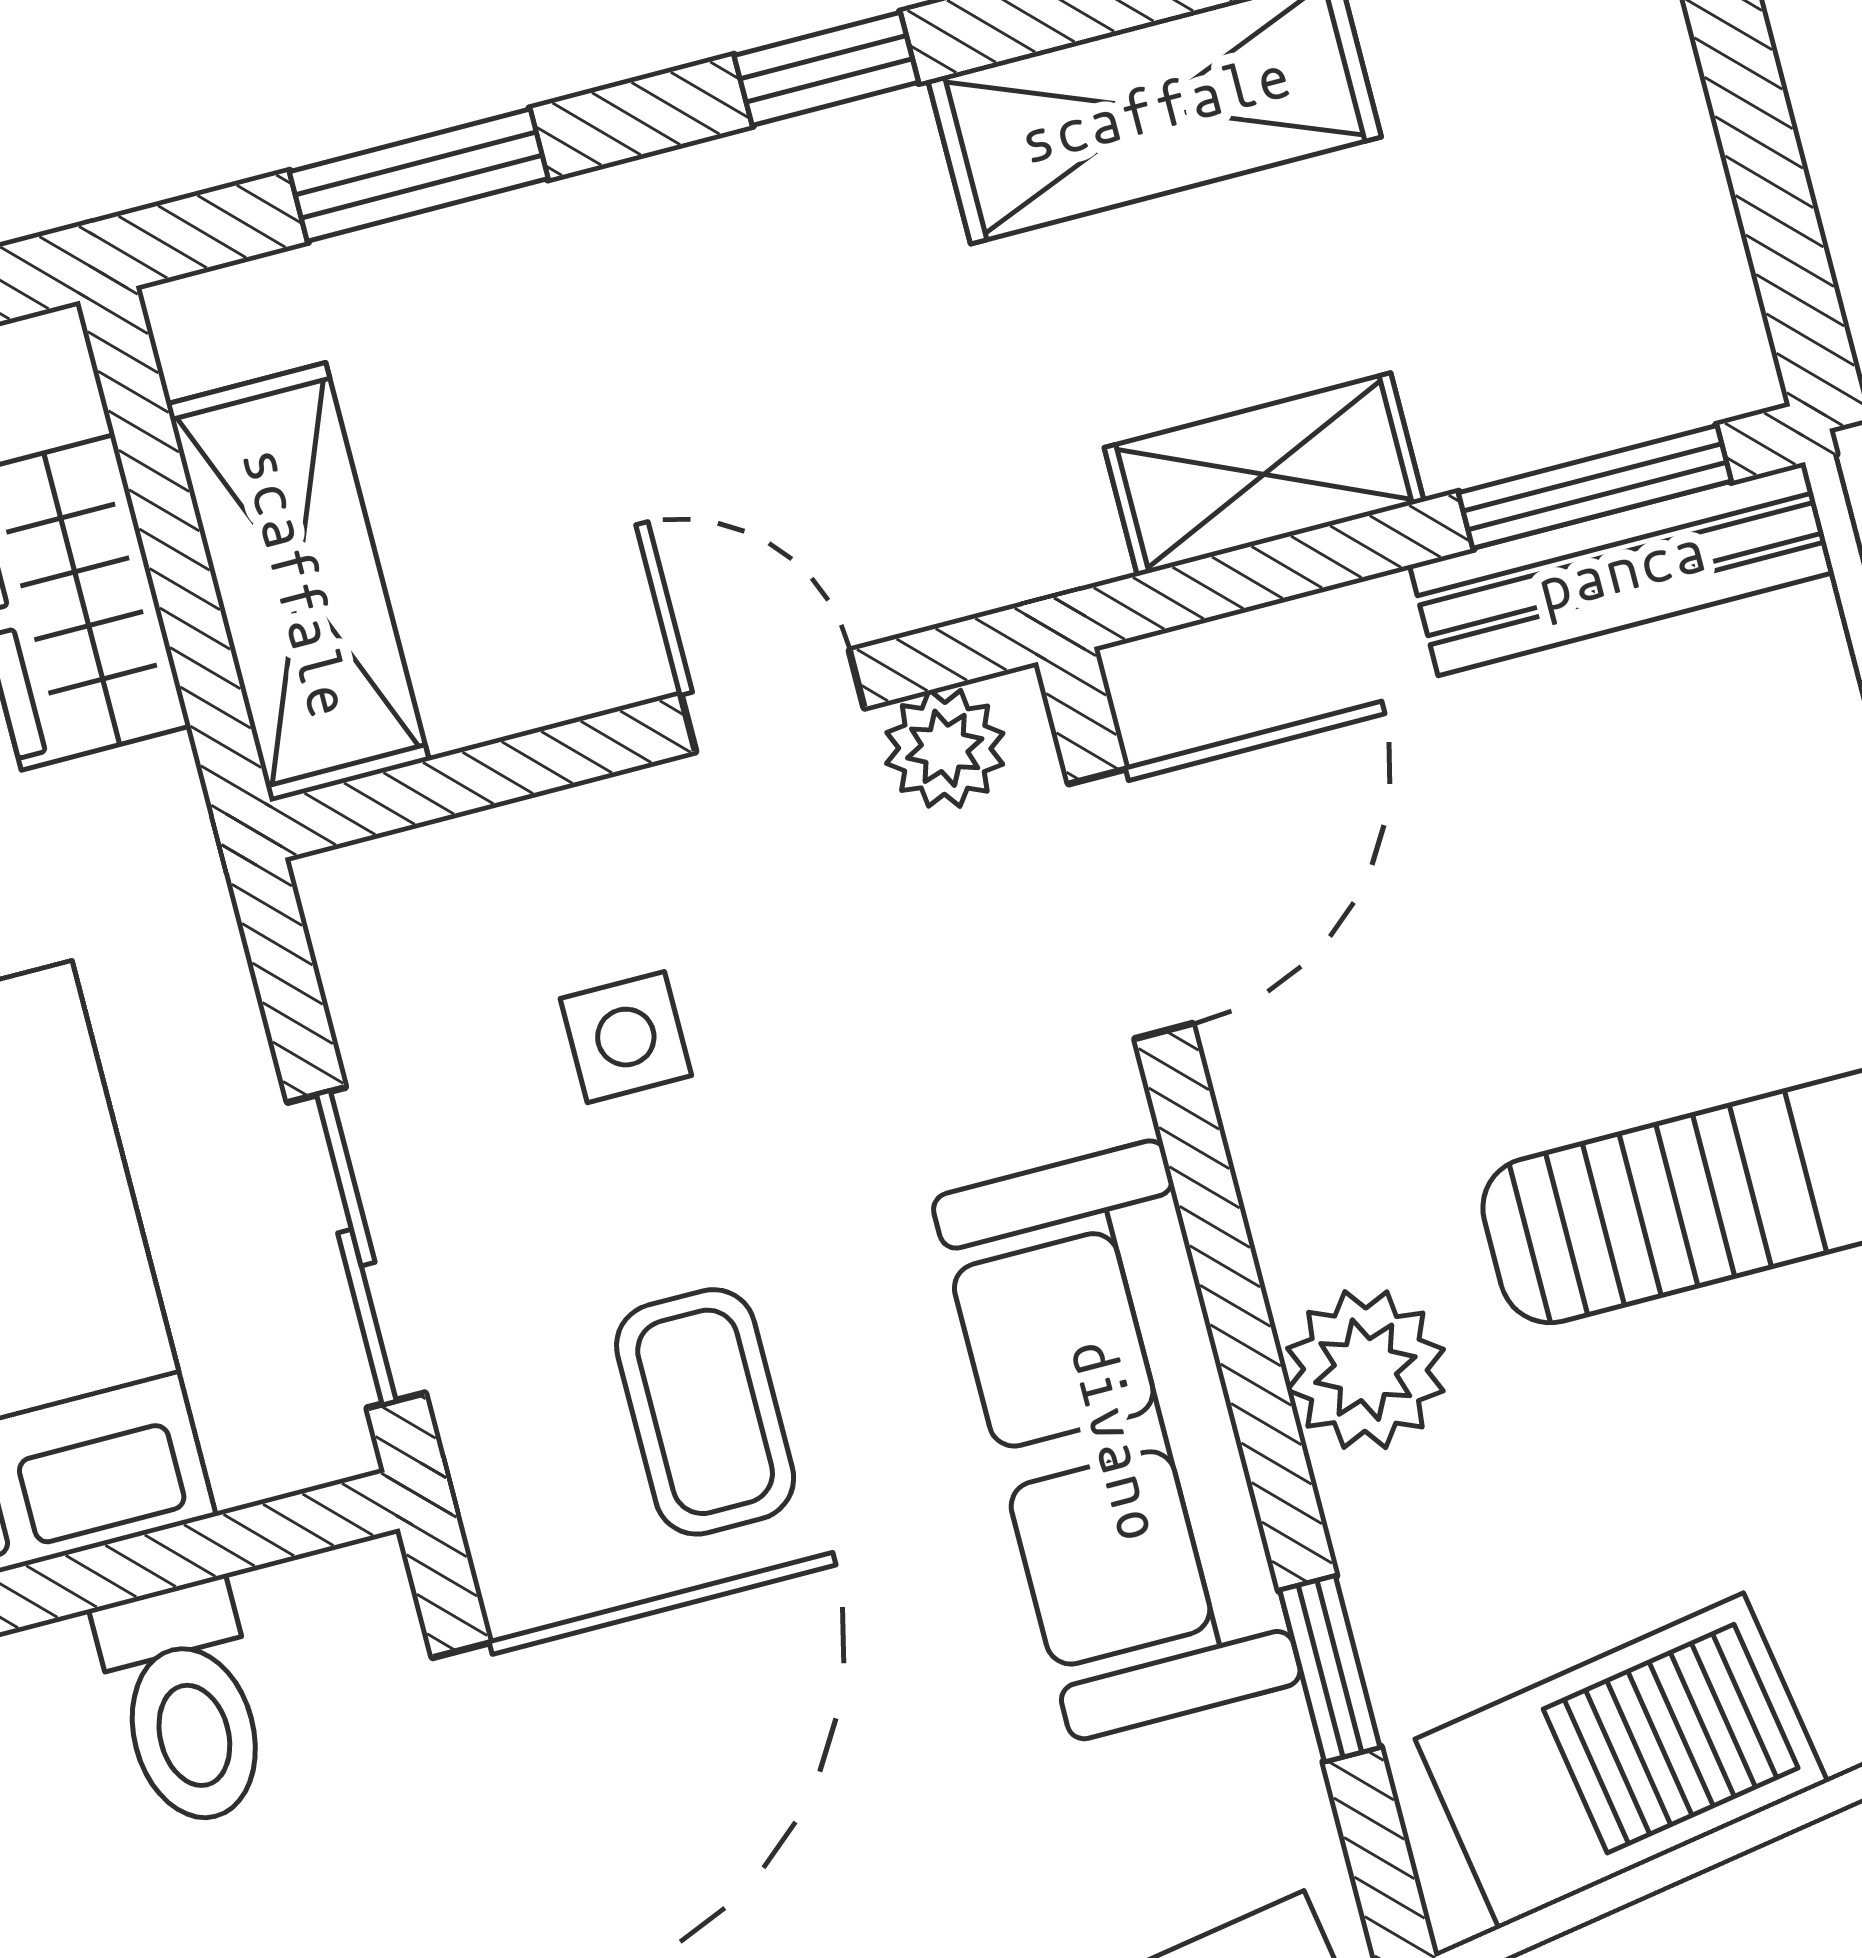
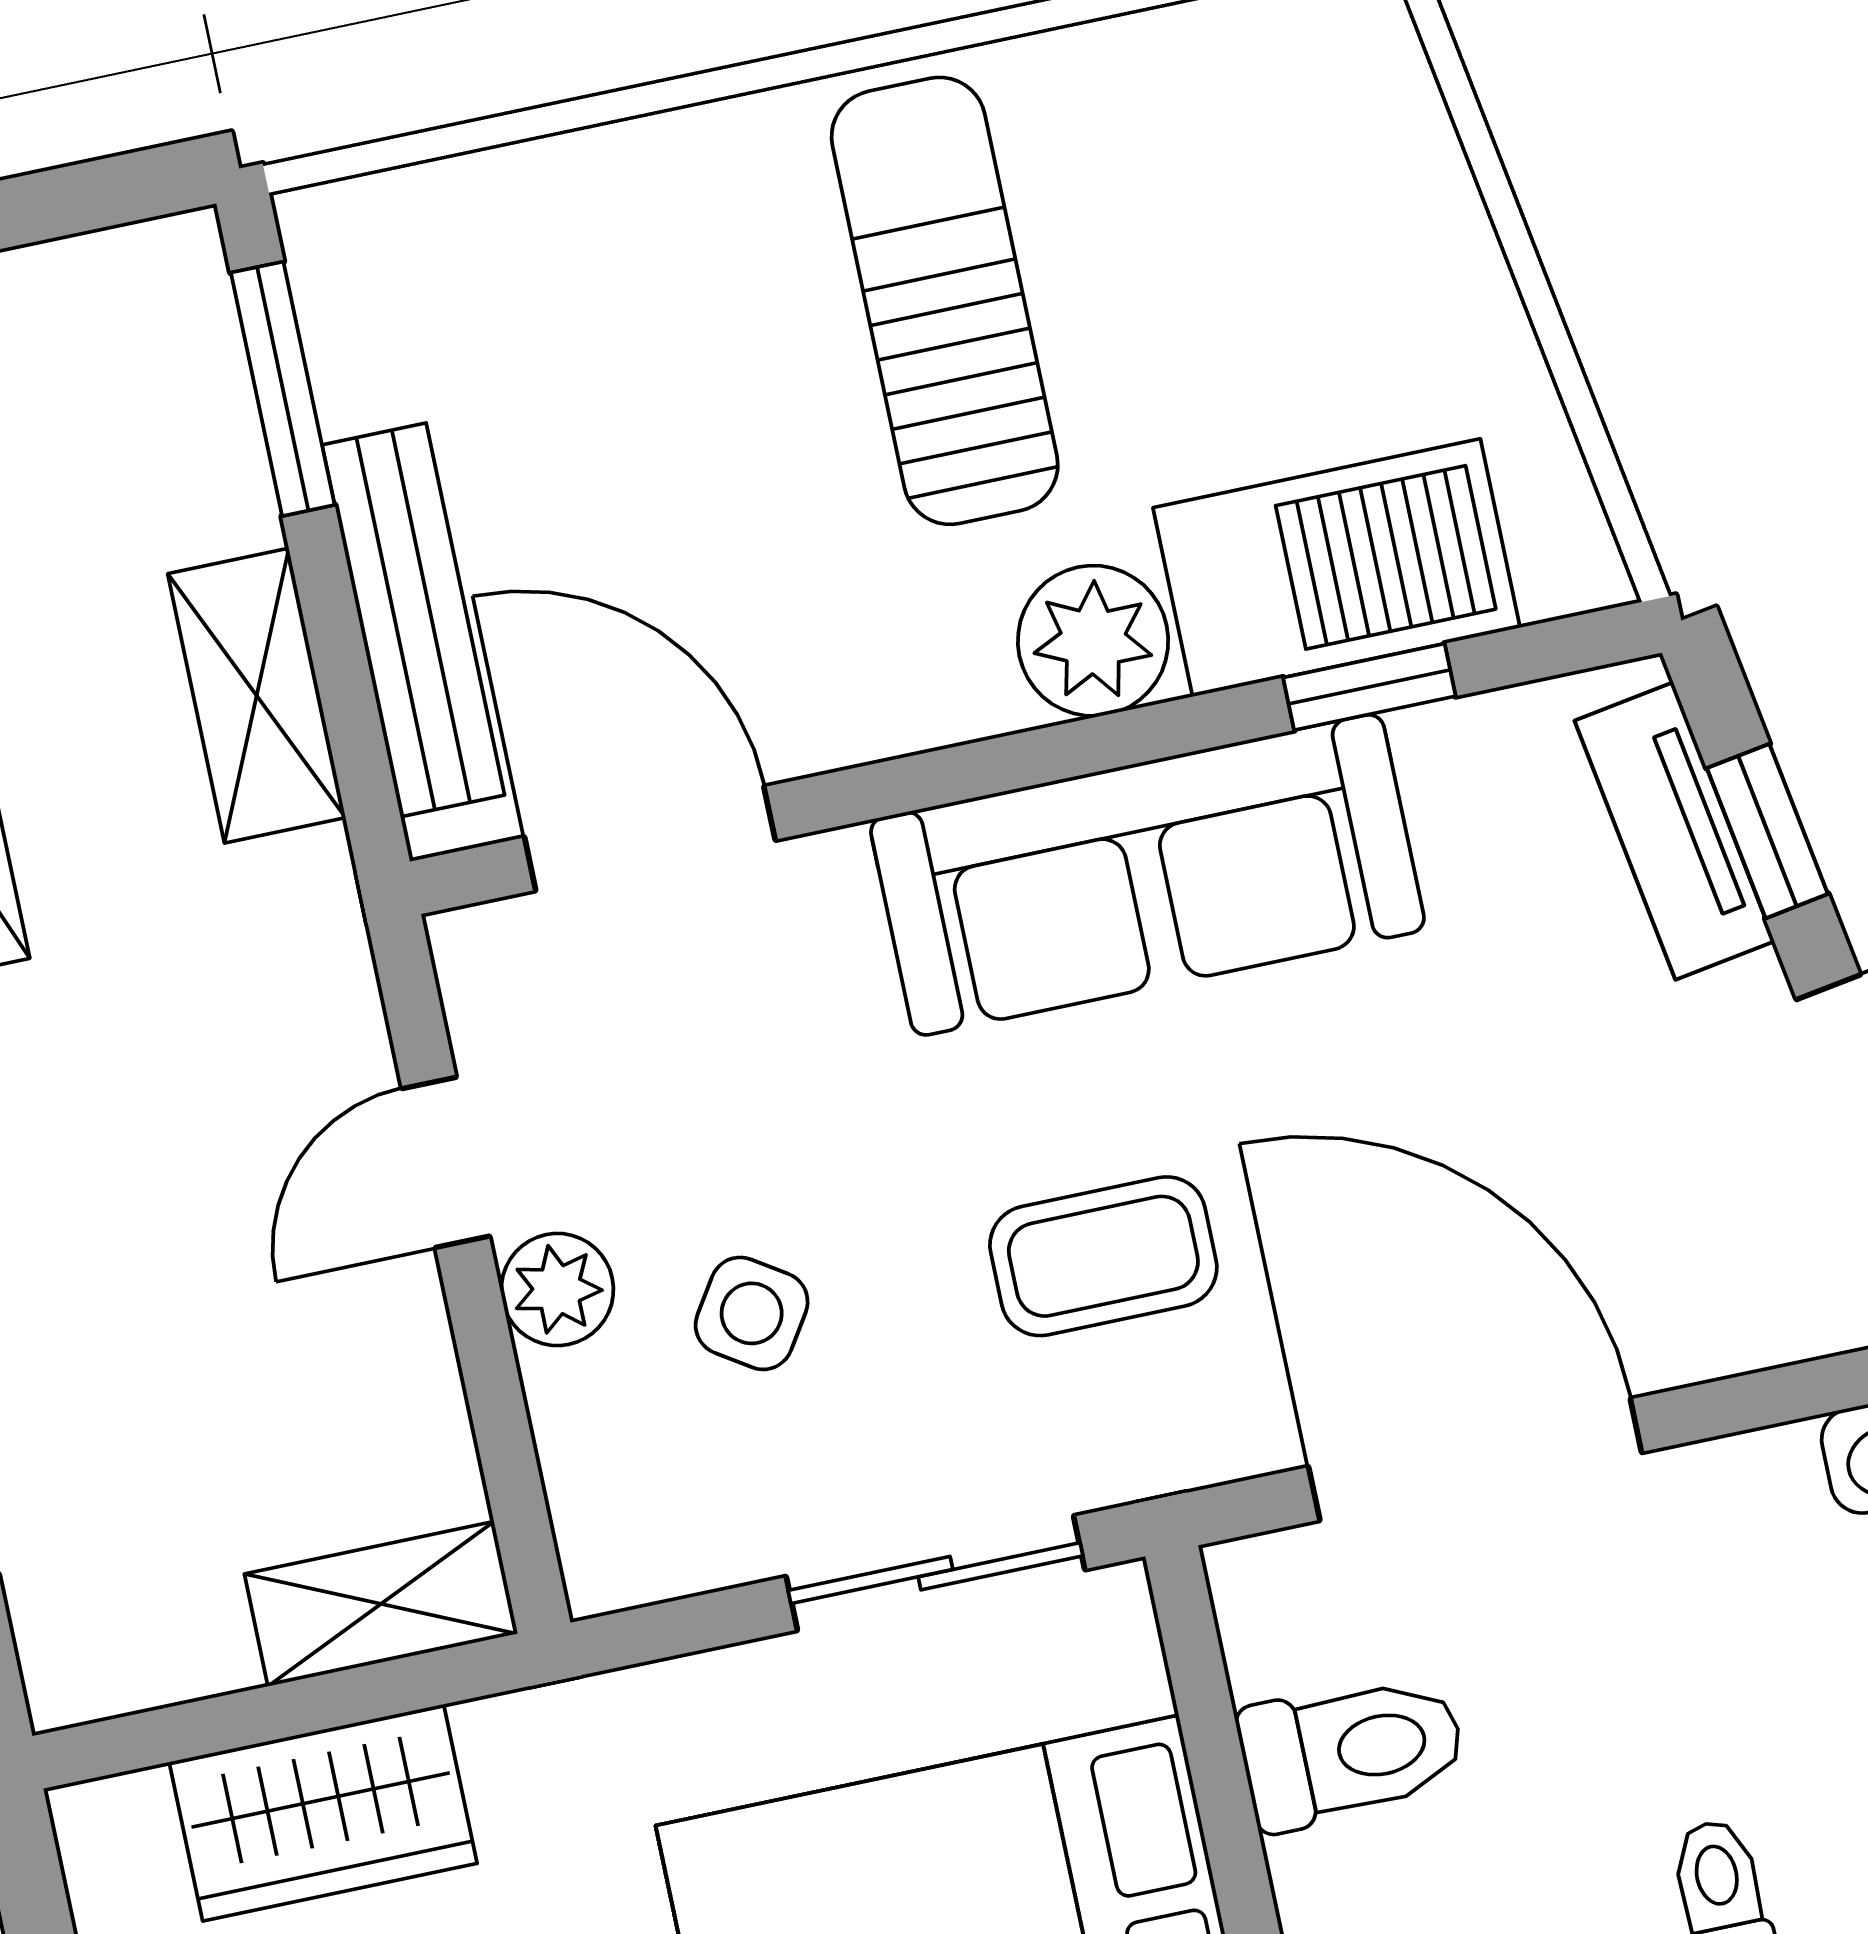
bench: (1622, 569) -> (413, 620), moved
shelving: (298, 582) -> (381, 1604), width x0.67, depth x0.75
plant: (945, 748) -> (557, 1289), moved
side table: (626, 1037) -> (752, 1313), turned 33
barbecue: (1621, 1761) -> (1337, 568), moved, turned 99

